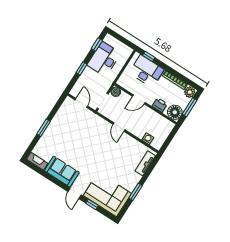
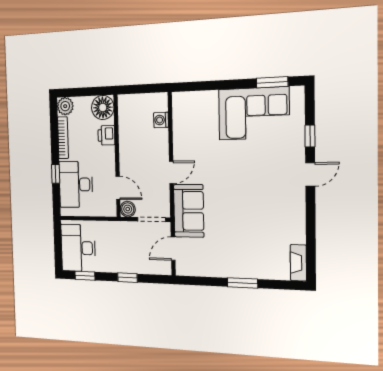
window: (149, 56) -> (56, 174), moved
desk: (104, 59) -> (78, 248), moved, turned 90
door: (139, 99) -> (118, 188), moved
window: (190, 107) -> (84, 92), removed
tv unit: (145, 163) -> (197, 99), removed
sofa: (62, 172) -> (189, 211), moved, turned 180
window: (135, 192) -> (272, 82), moved
corner sofa: (107, 194) -> (254, 113), moved, turned -90

